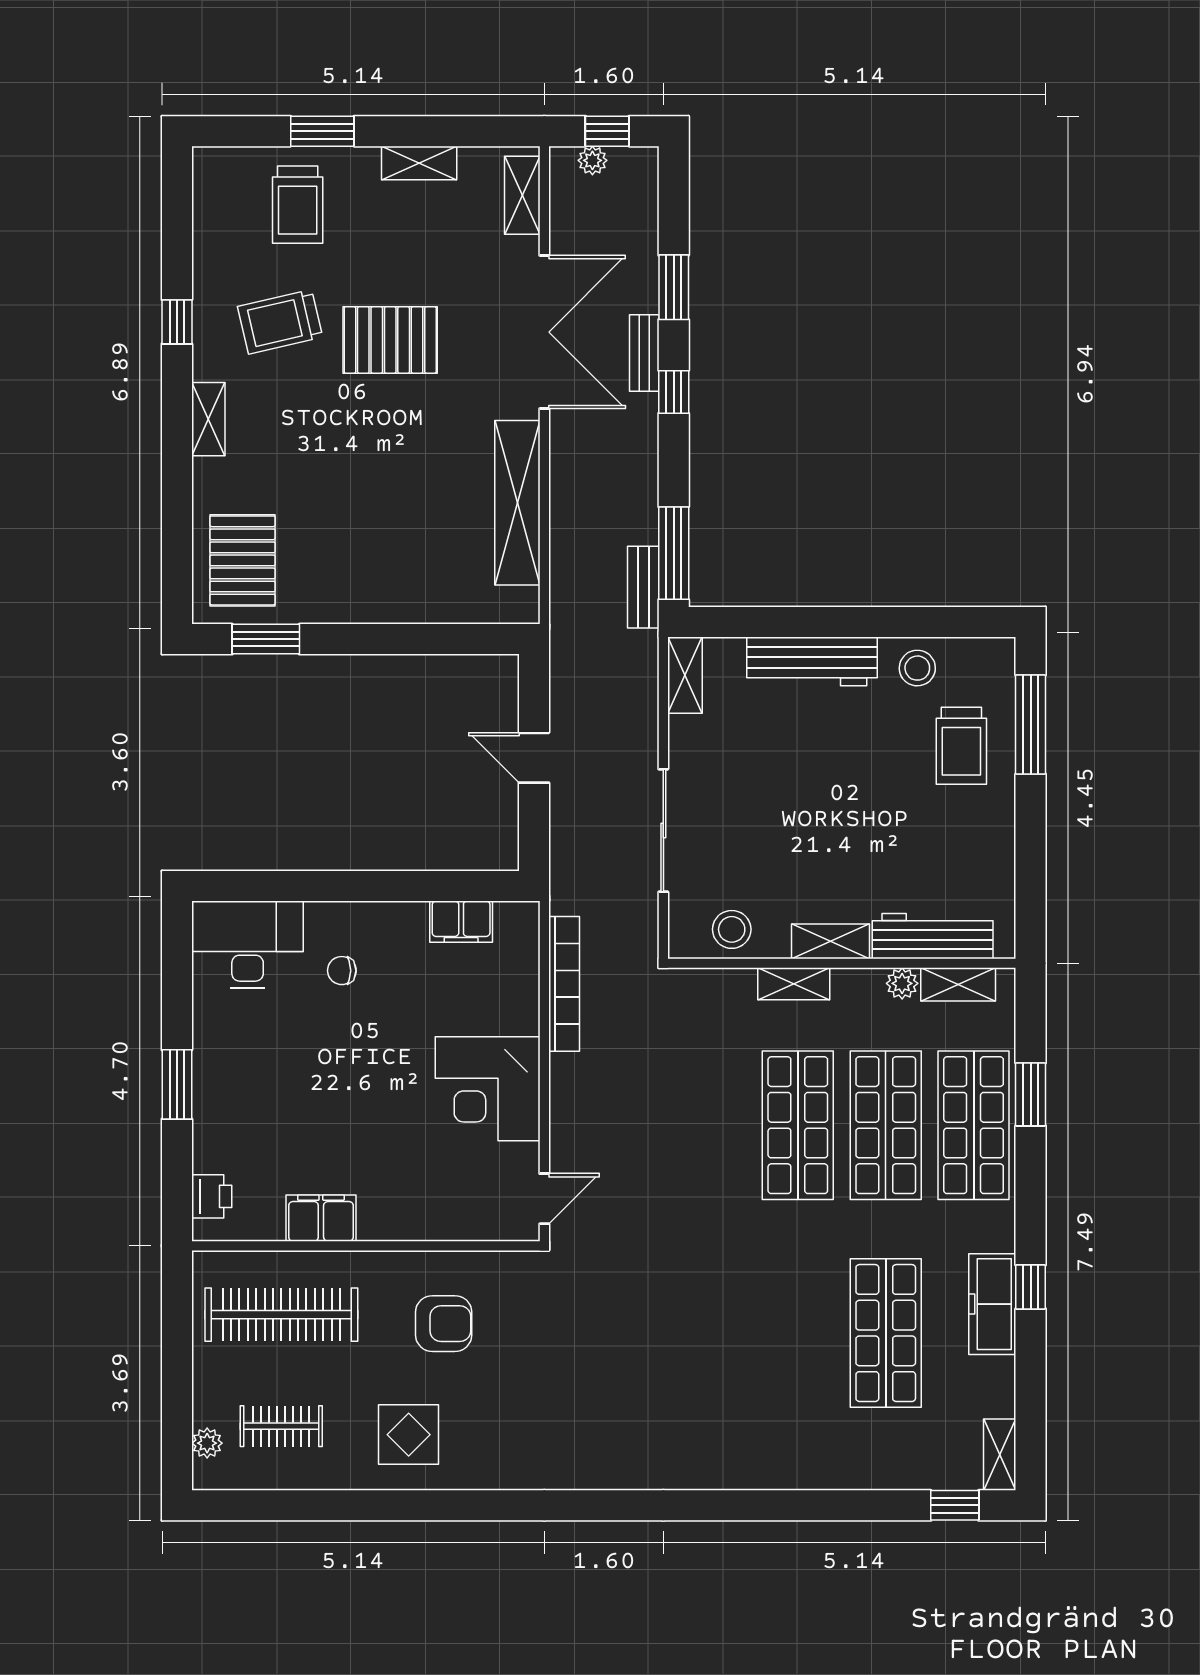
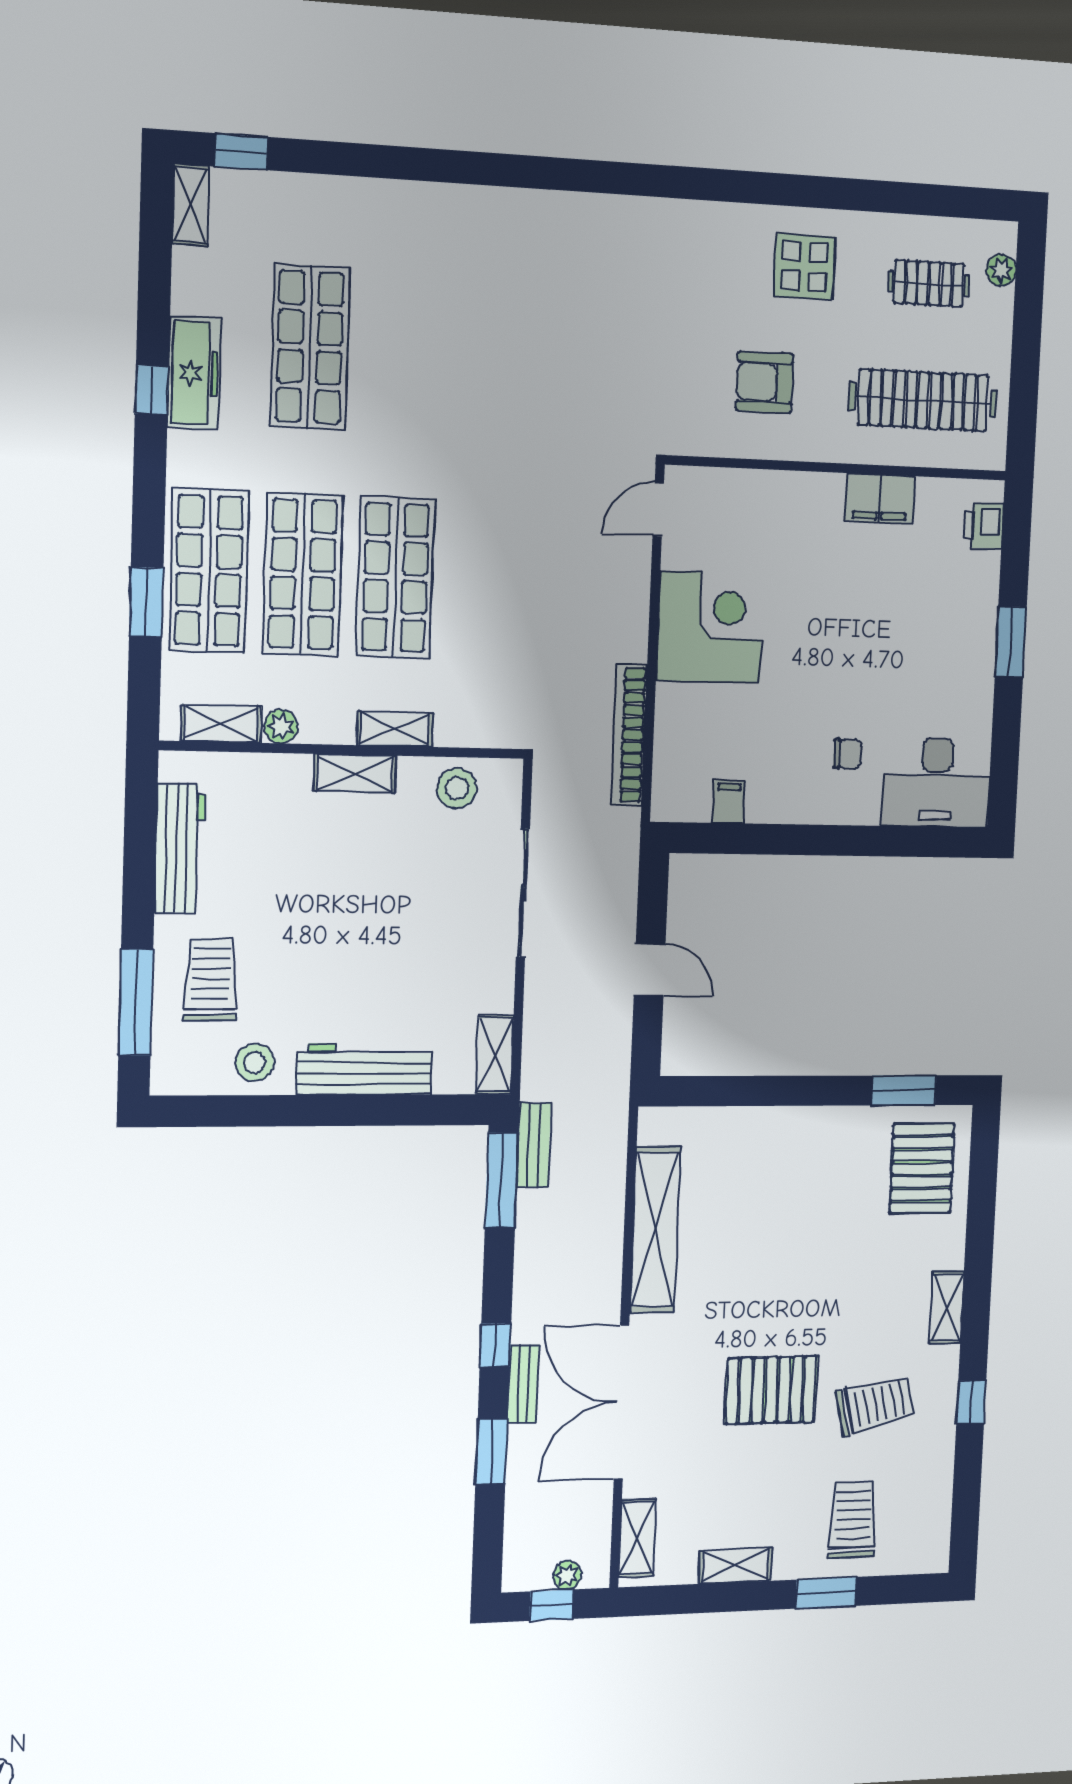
filing cabinet: (461, 922) -> (729, 802), width x0.50
workbench: (933, 936) -> (180, 849), moved, turned -90

